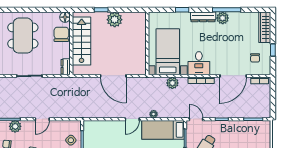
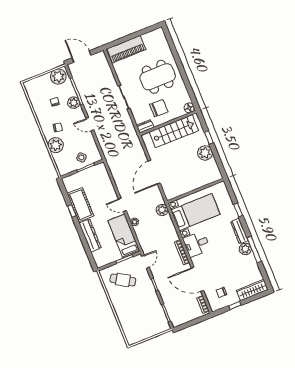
chair: (61, 34) -> (159, 108), moved
plant: (172, 83) -> (162, 210), moved

